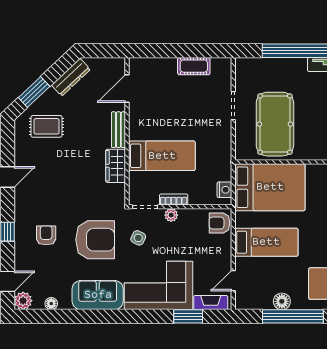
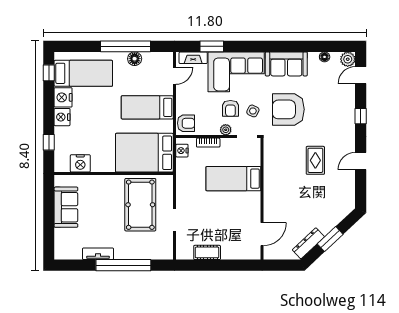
window: (34, 92) -> (330, 239), moved
rug: (46, 126) -> (315, 160), moved, turned 90
bench: (118, 130) -> (269, 200), removed
wardrobe: (116, 166) -> (271, 170), removed
bookcase: (174, 199) -> (208, 143), moved
armchair: (46, 235) -> (230, 108), moved

